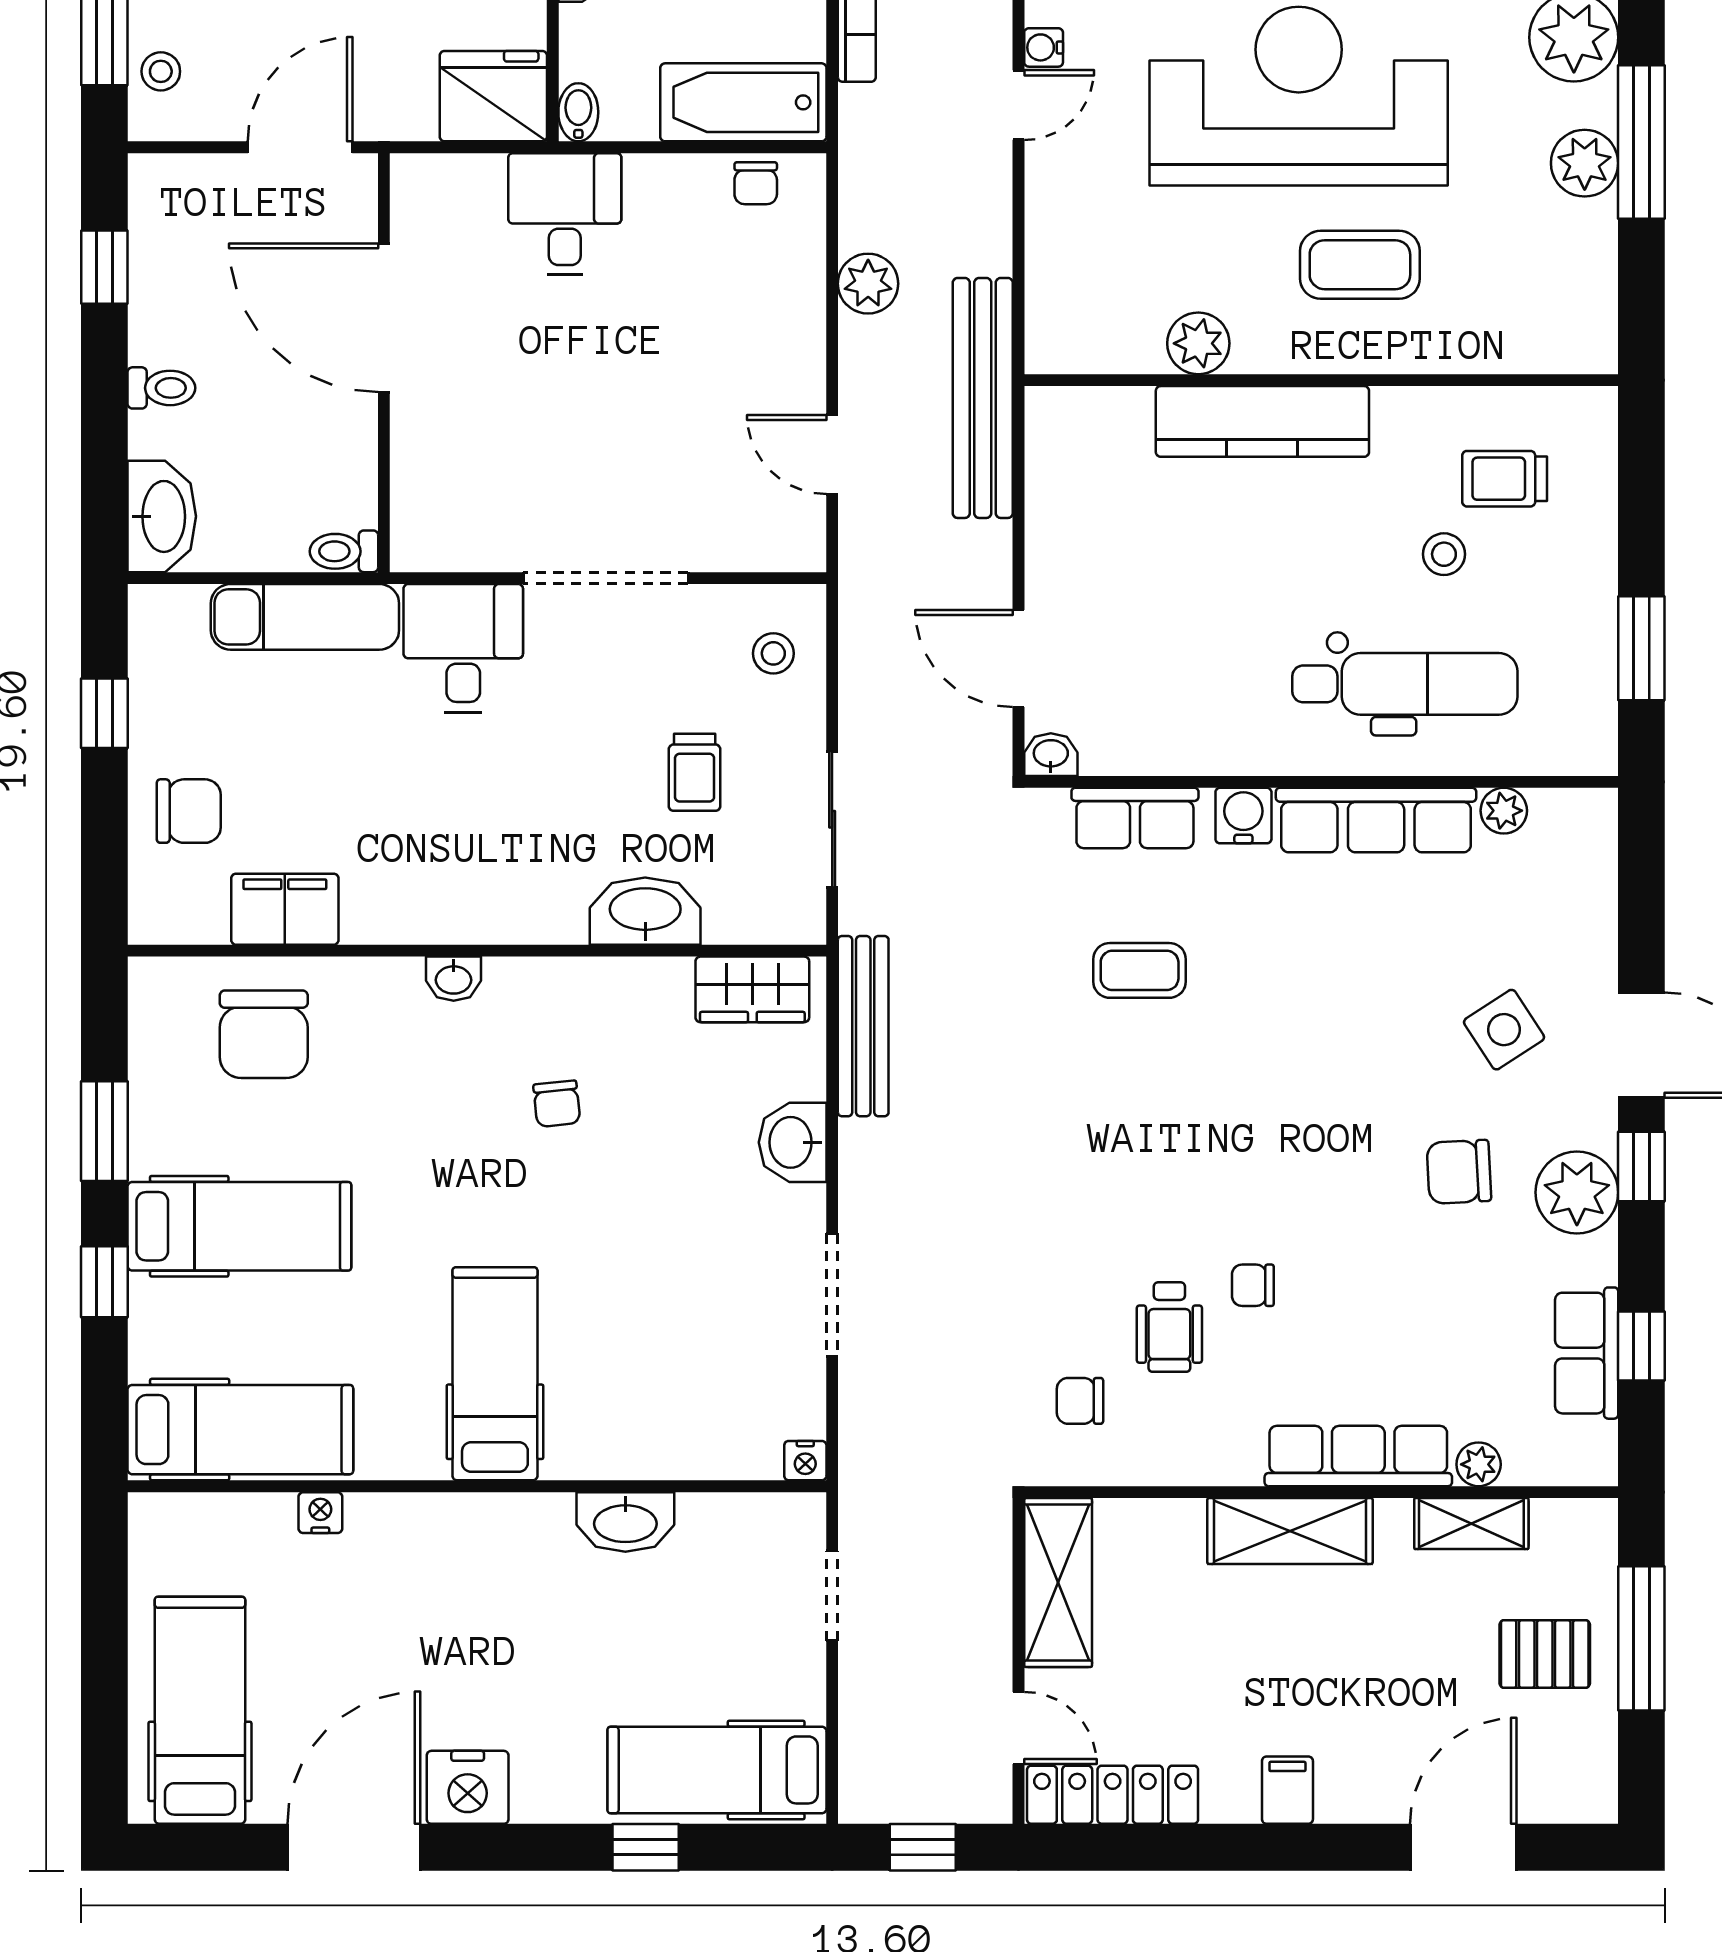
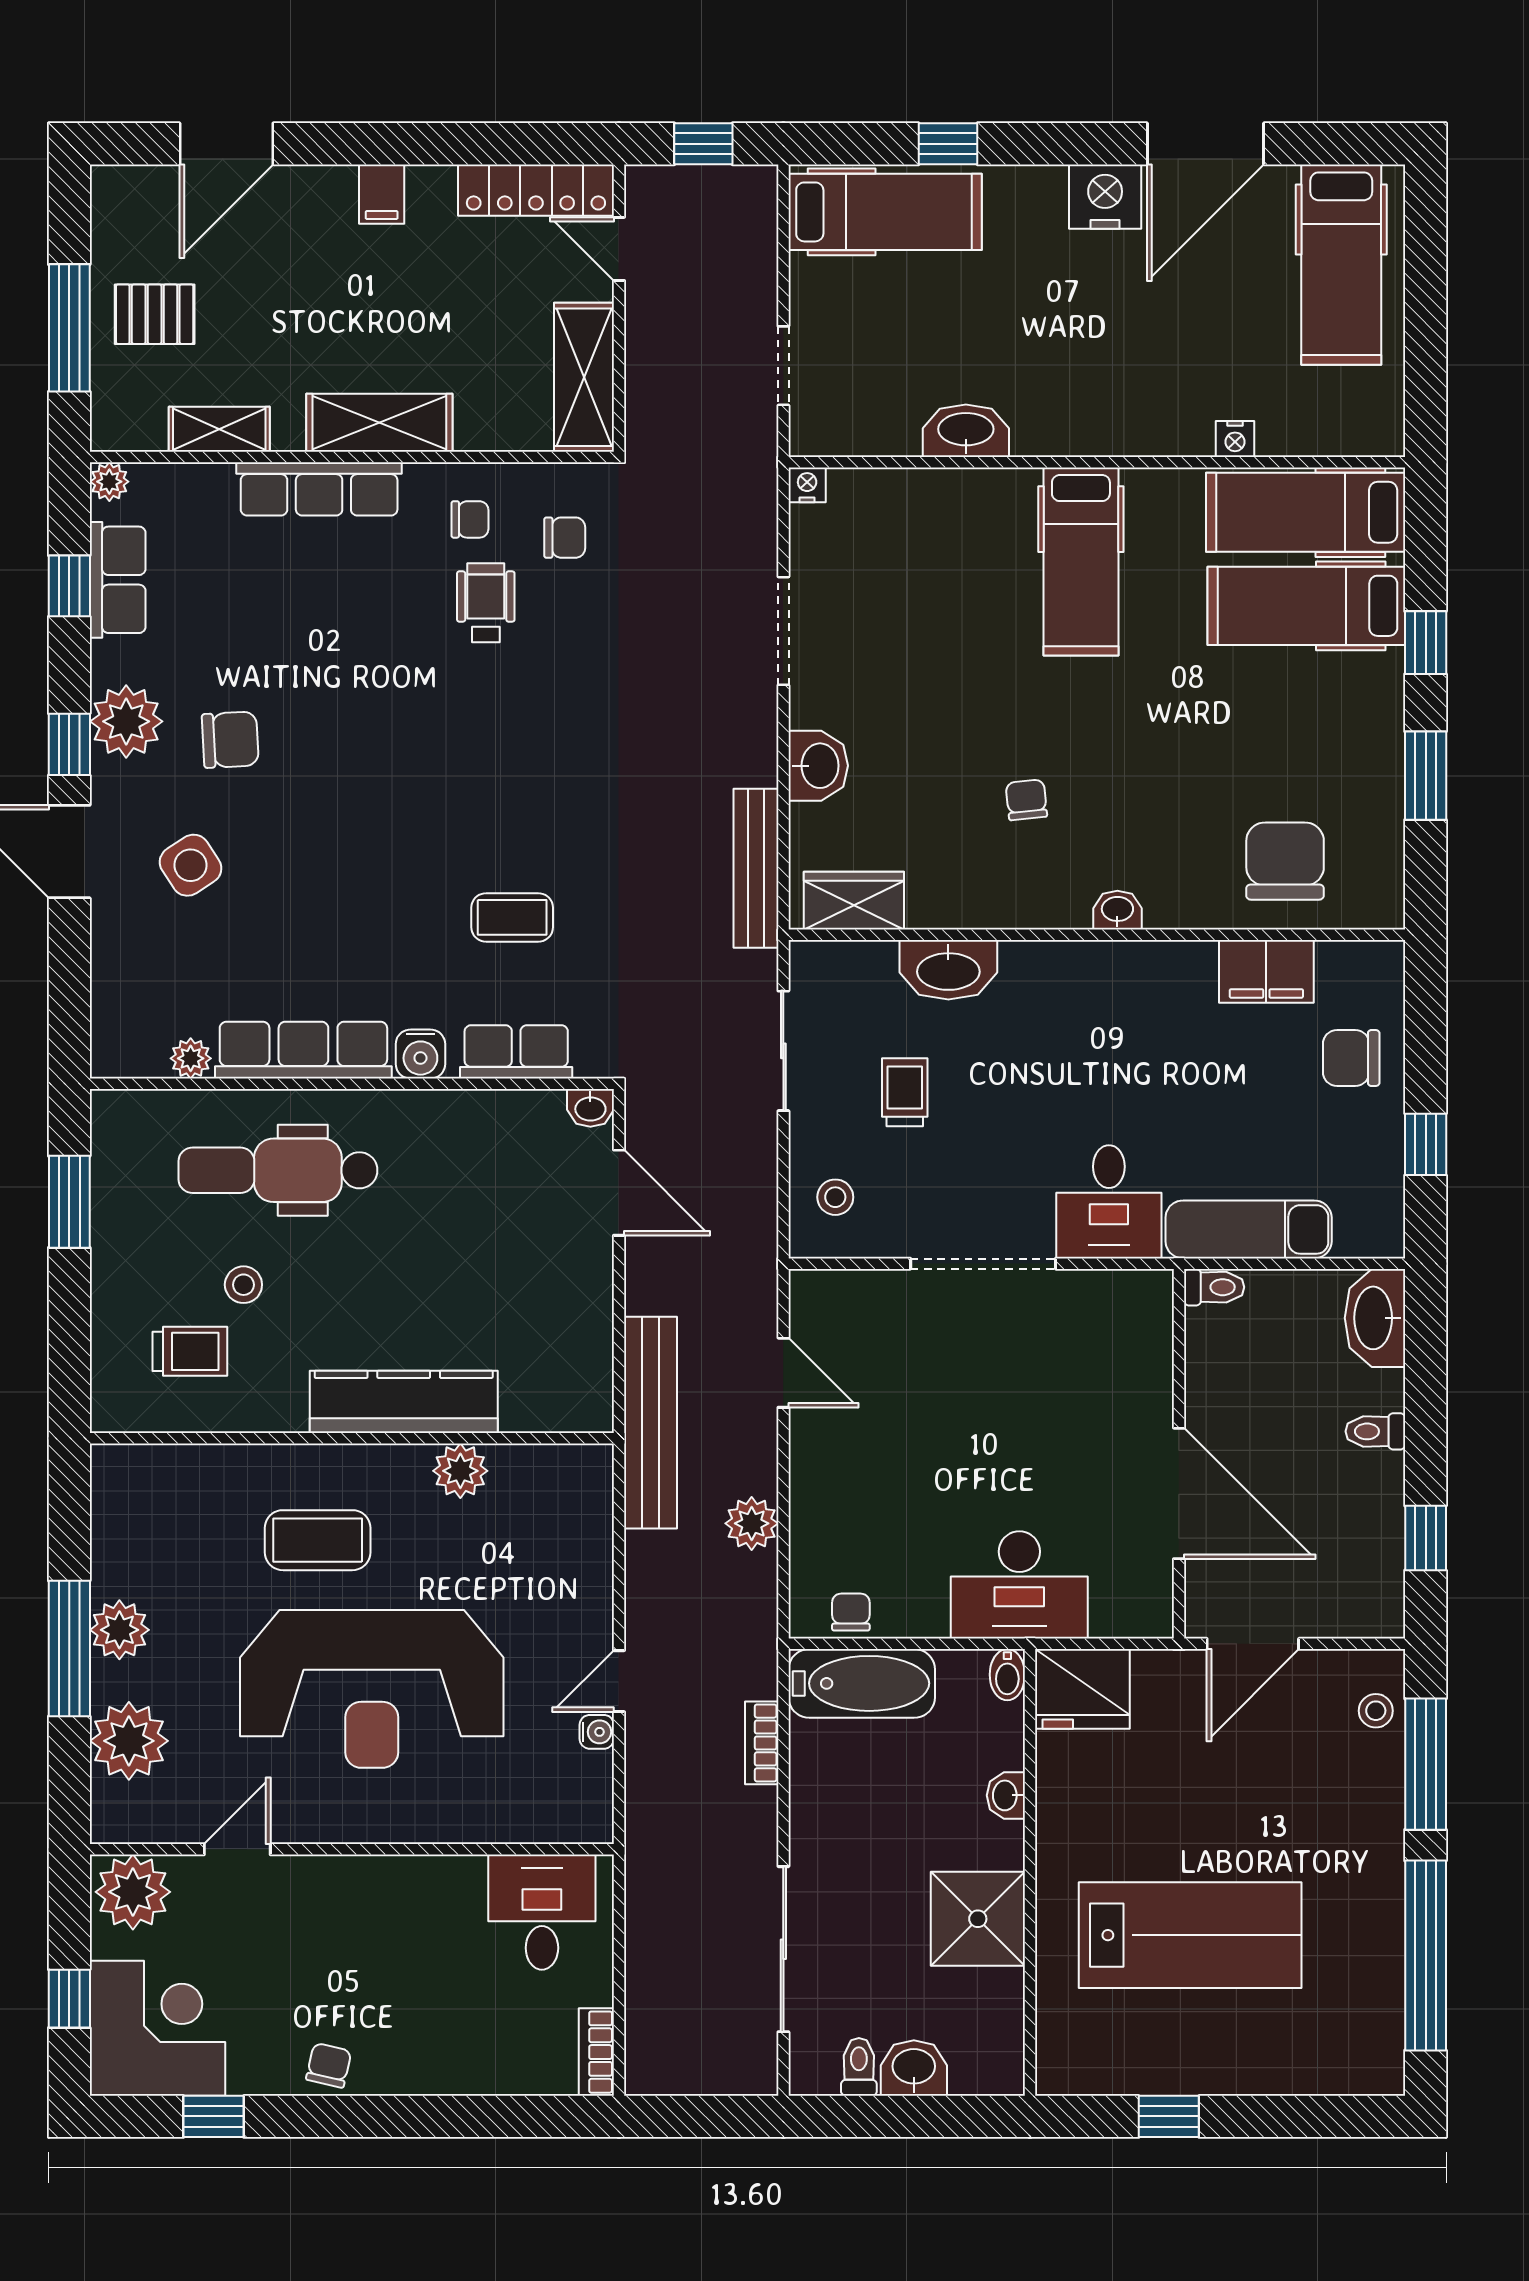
desk: (565, 214) -> (1019, 1585), width x1.37
hospital bed: (239, 1226) -> (1306, 606), moved
chair: (1253, 1285) -> (470, 519), moved
plant: (1479, 1464) -> (109, 482), moved

